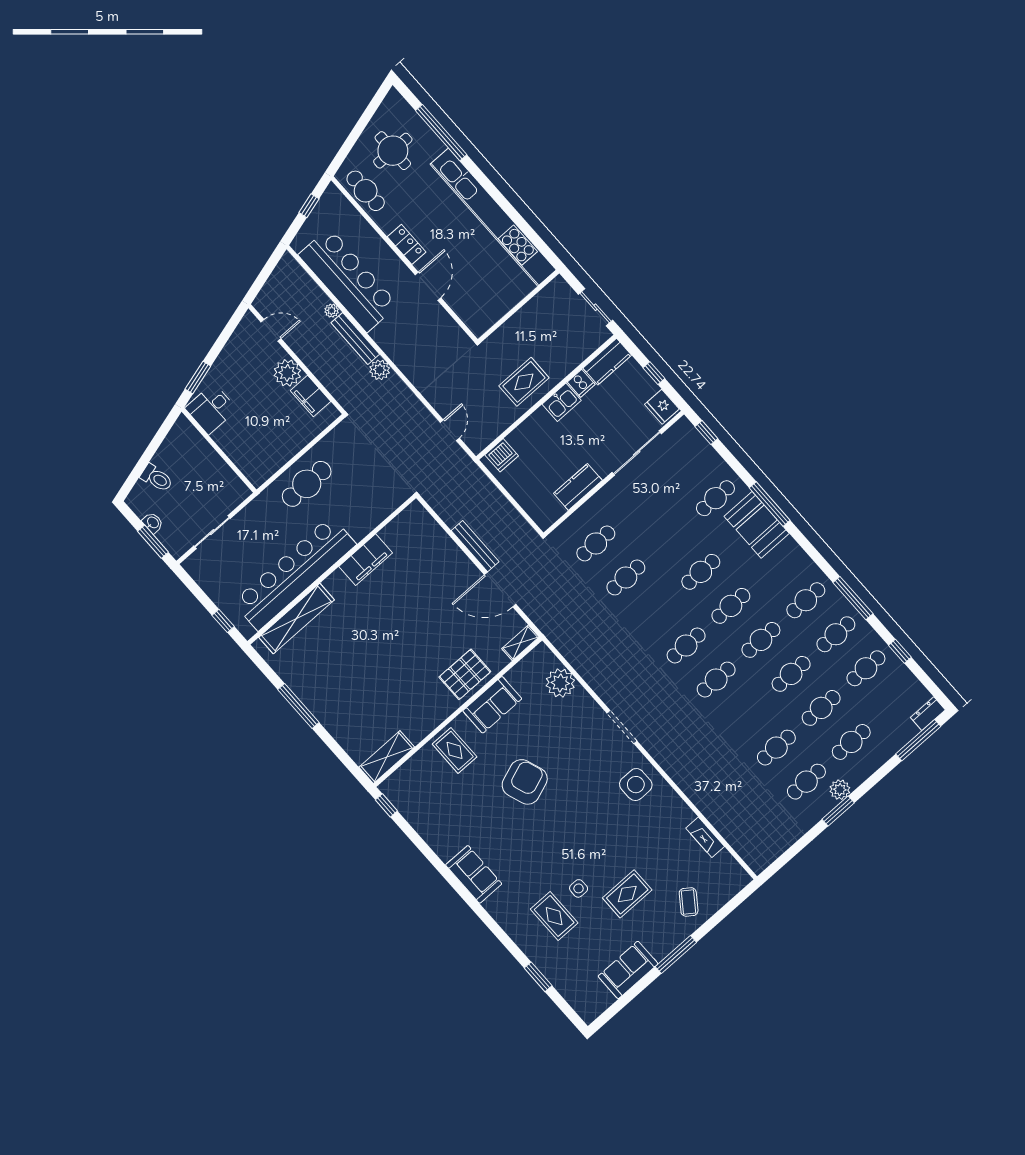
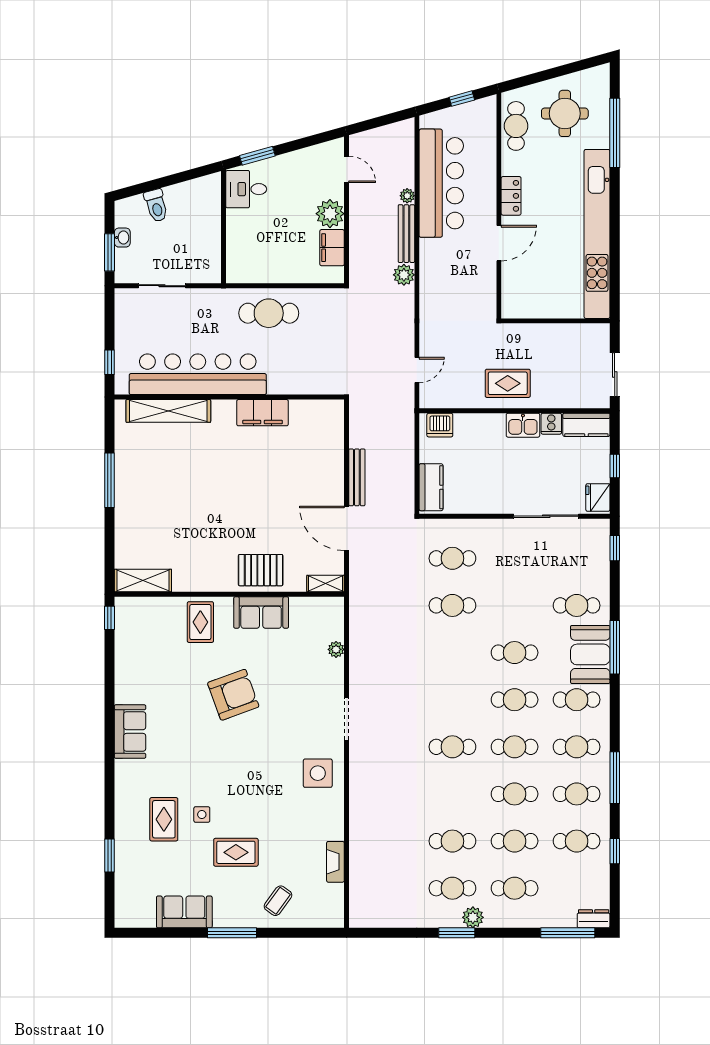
kitchen counter: (578, 487) -> (431, 487), moved, turned 90
cafe table: (686, 646) -> (577, 700), moved
plant: (560, 683) -> (336, 649), width x0.53, depth x0.53

